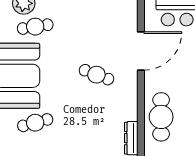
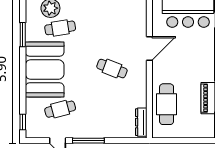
door: (141, 51) -> (149, 49), width x0.73

